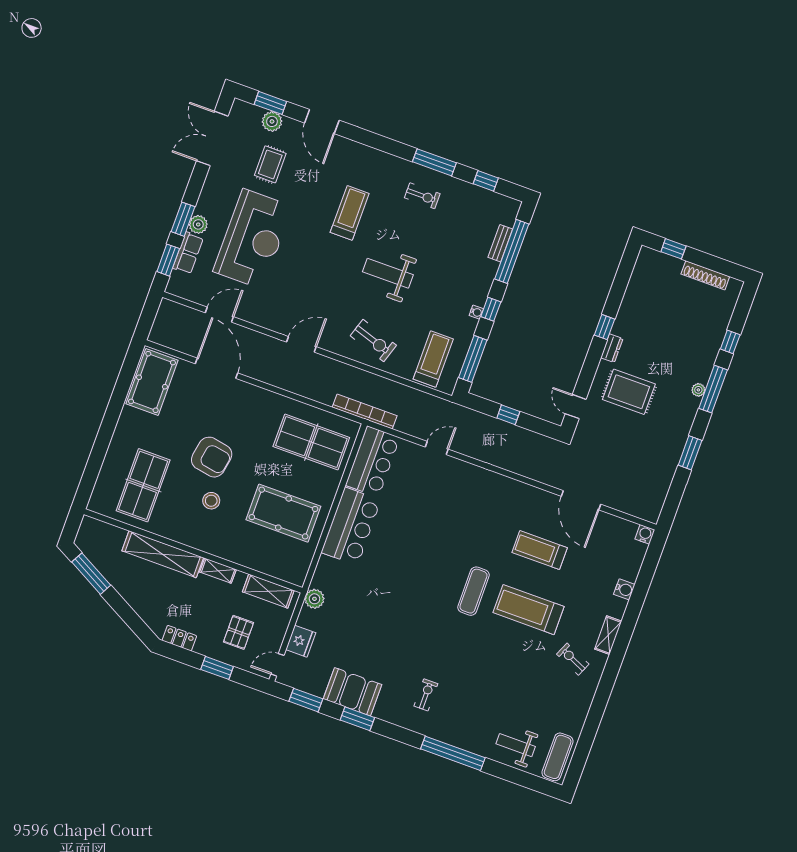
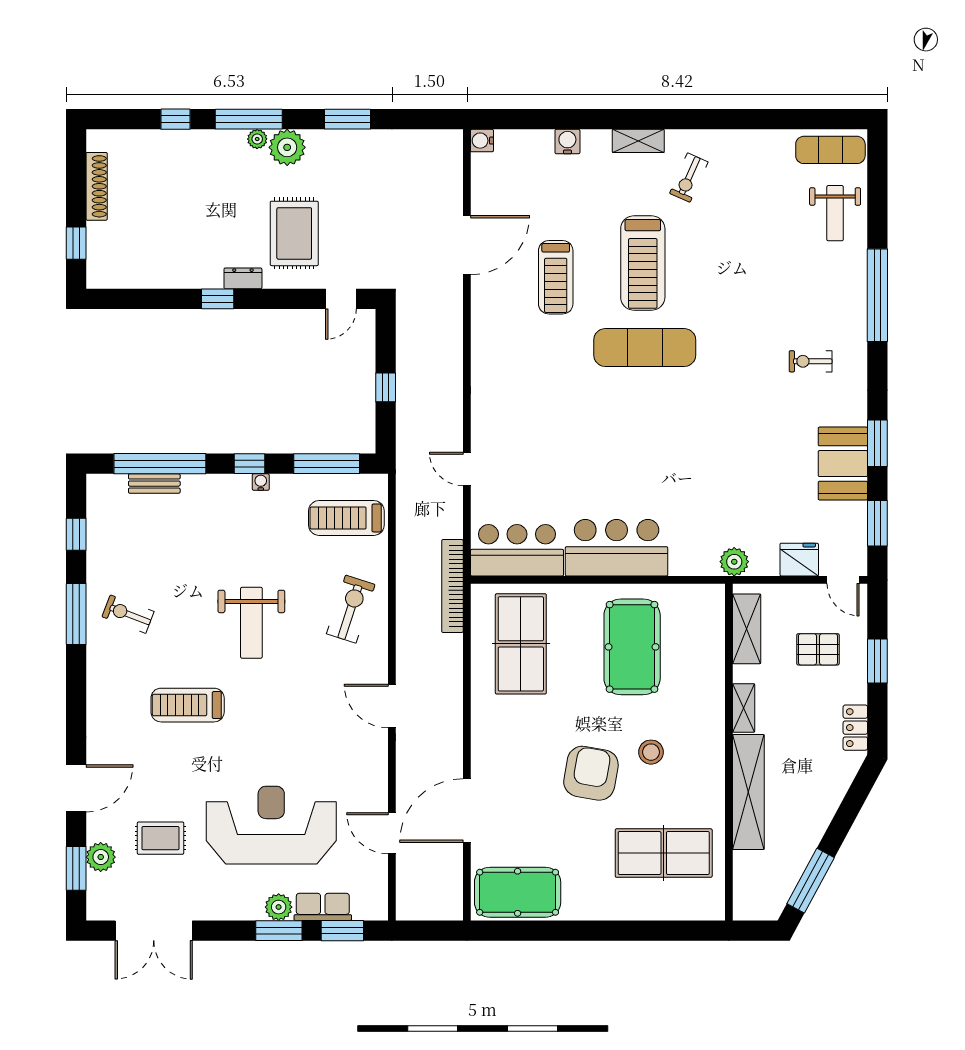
exercise bike: (422, 196) -> (128, 614), turned -69
plant: (686, 407) -> (287, 147), added
exercise mat: (473, 591) -> (645, 348), width x1.36, depth x1.45

